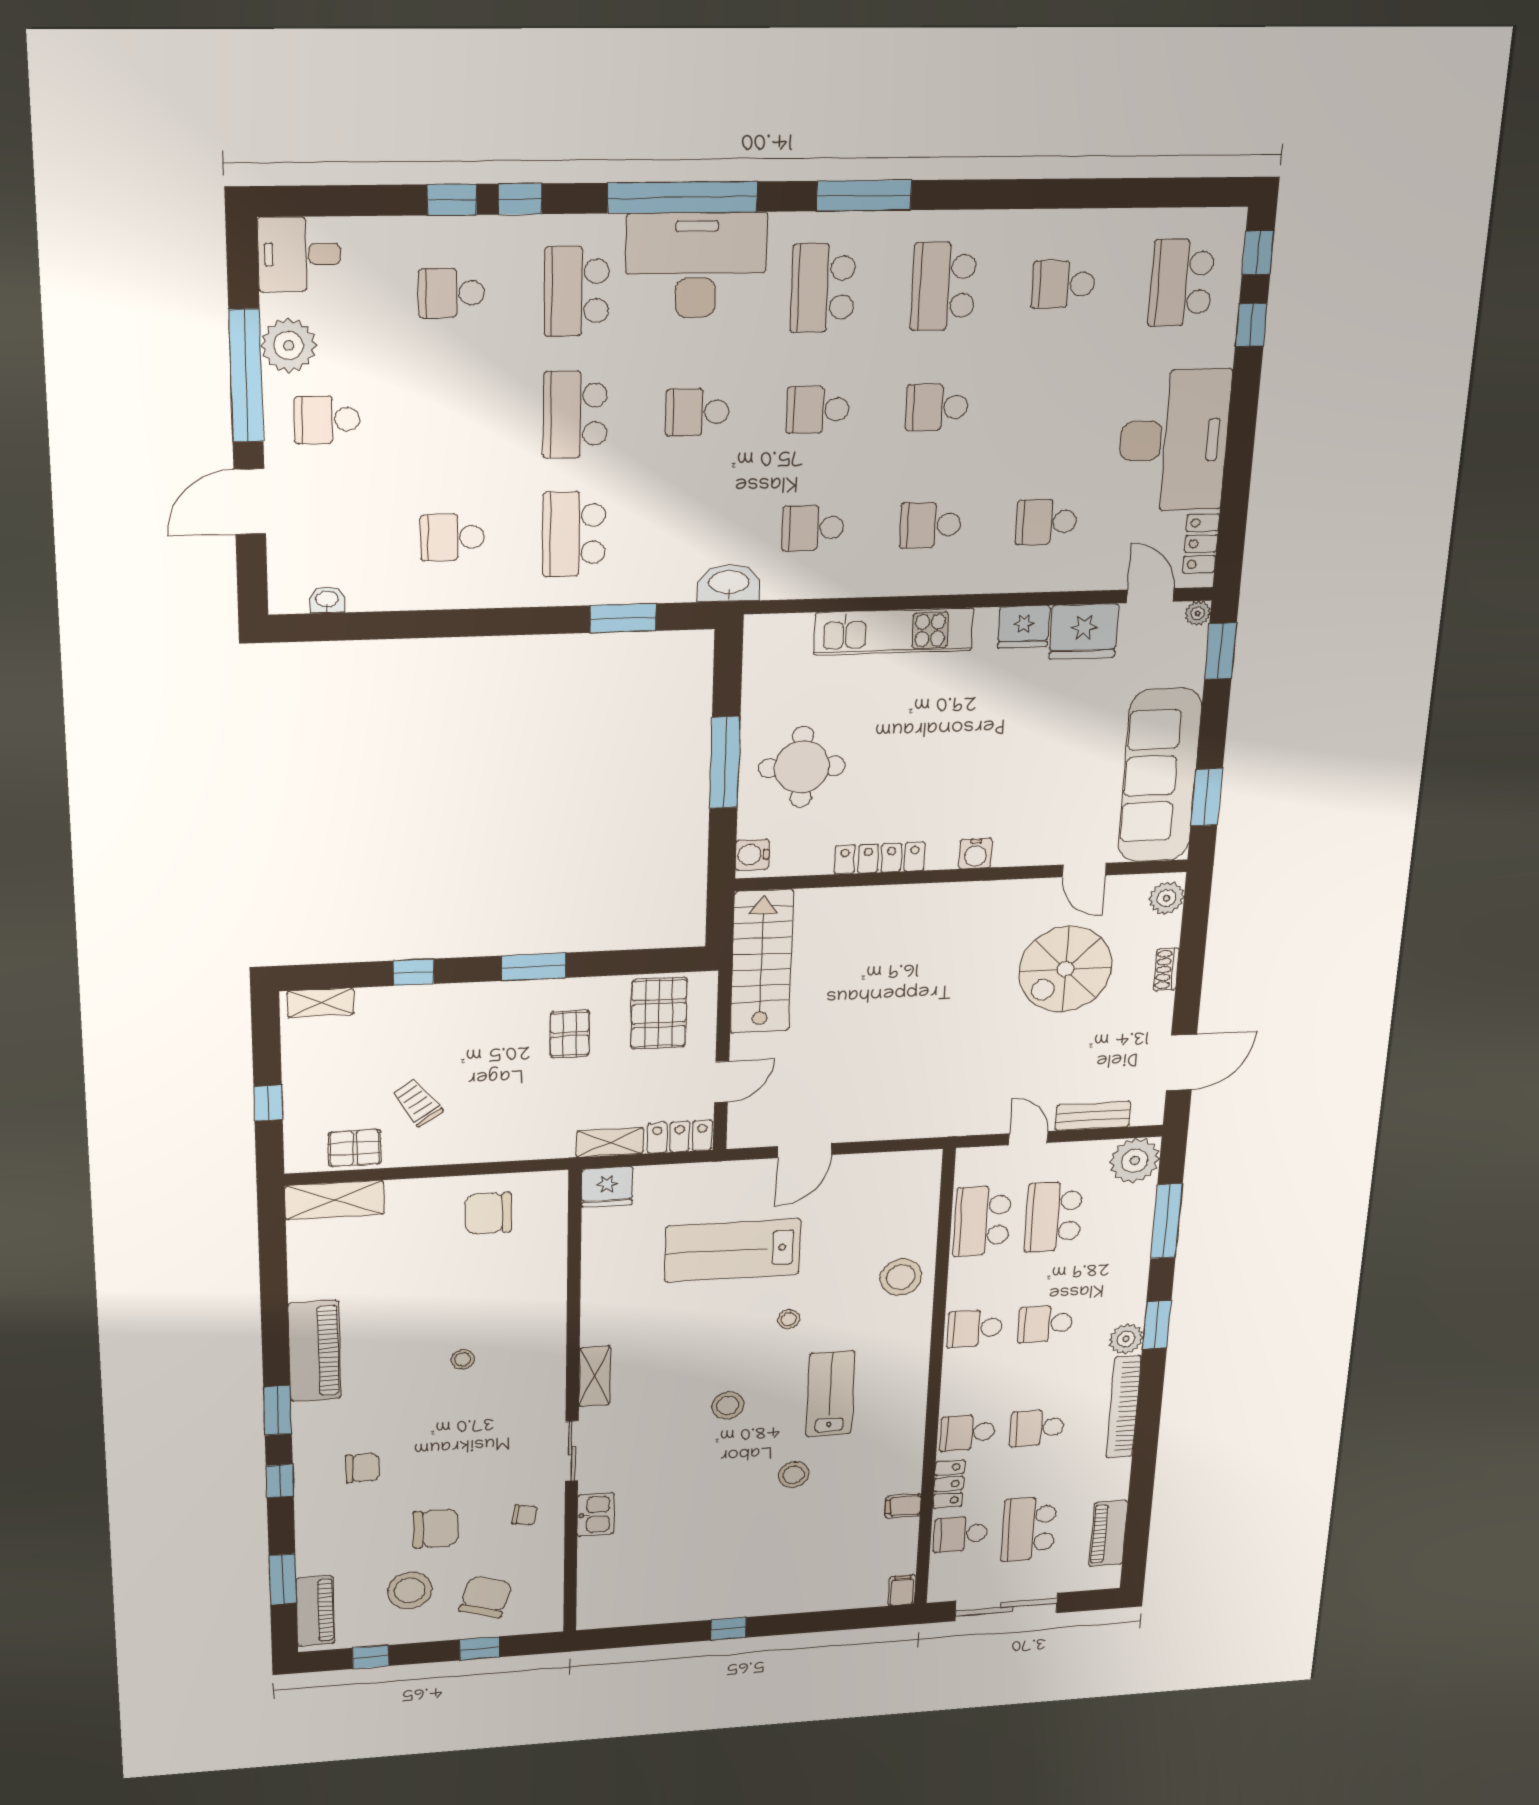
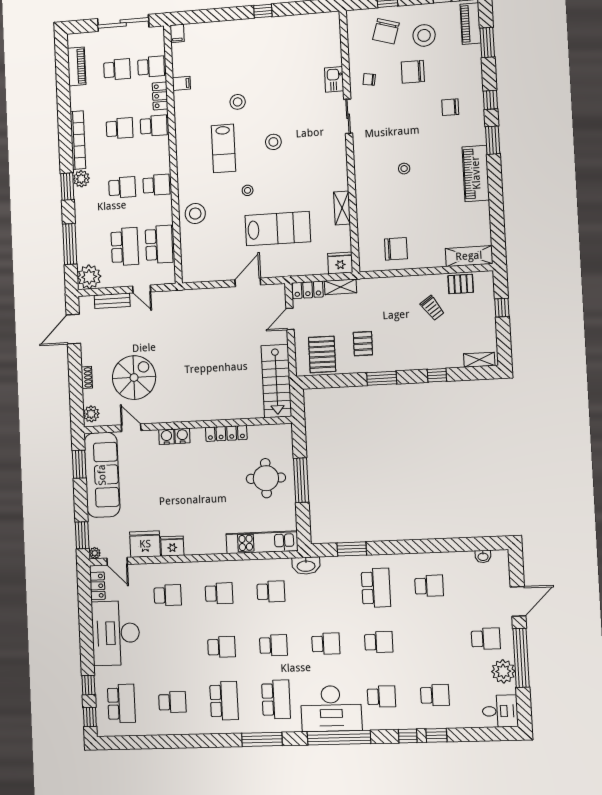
school desk: (577, 291) -> (381, 697), width x0.54
school desk: (575, 415) -> (379, 642), width x0.54
kitchen unit: (894, 631) -> (262, 542), moved
water cooler: (752, 855) -> (167, 437), moved, turned -90
shelving: (595, 1376) -> (342, 208), moved
school desk: (1029, 1529) -> (117, 69), width x0.54

